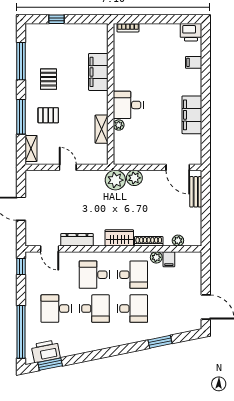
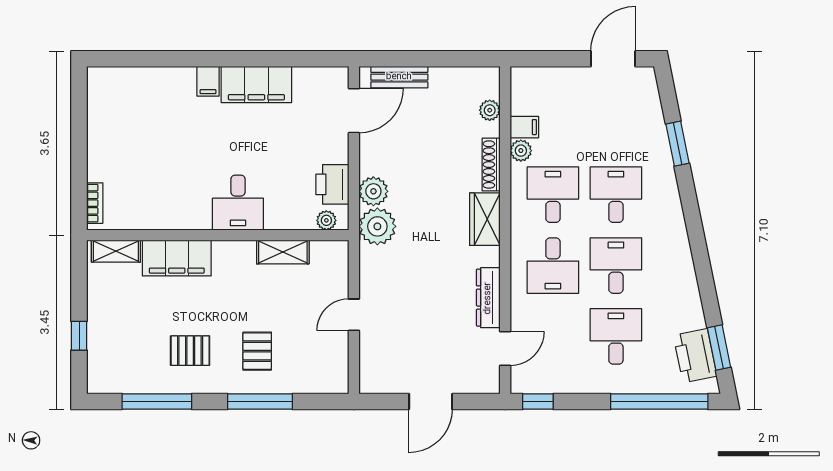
printer: (191, 32) -> (332, 184), moved, turned 180
filing cabinet: (194, 62) -> (208, 81), moved
plant: (119, 125) -> (326, 220), moved
shelving: (31, 148) -> (116, 251), moved
desk: (56, 309) -> (616, 336), turned 180

